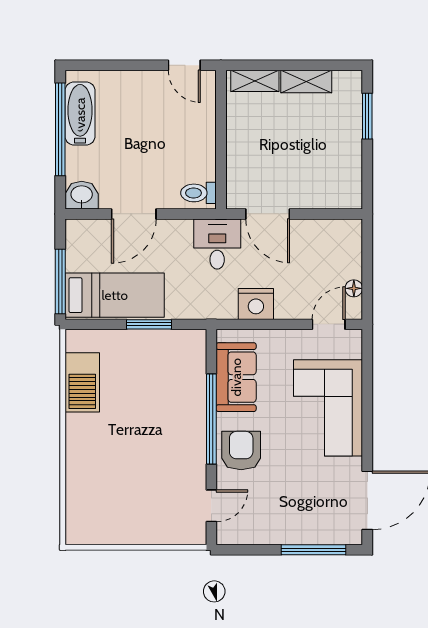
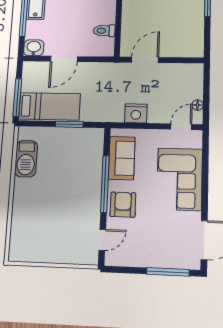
toilet: (198, 193) -> (104, 31), moved
door: (268, 214) -> (145, 60), swing flipped
desk: (217, 244) -> (113, 77), removed

